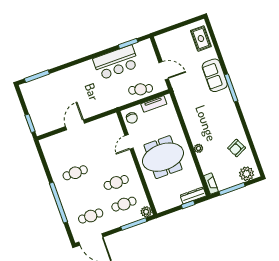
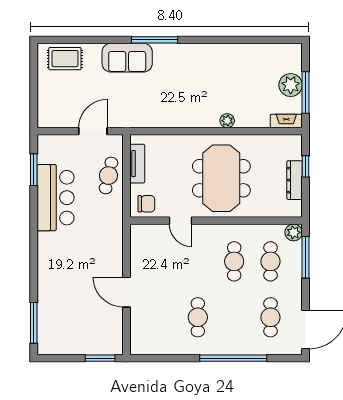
armchair: (237, 148) -> (247, 64), removed
plant: (247, 174) -> (291, 85), moved
dresser: (193, 196) -> (295, 180), moved

